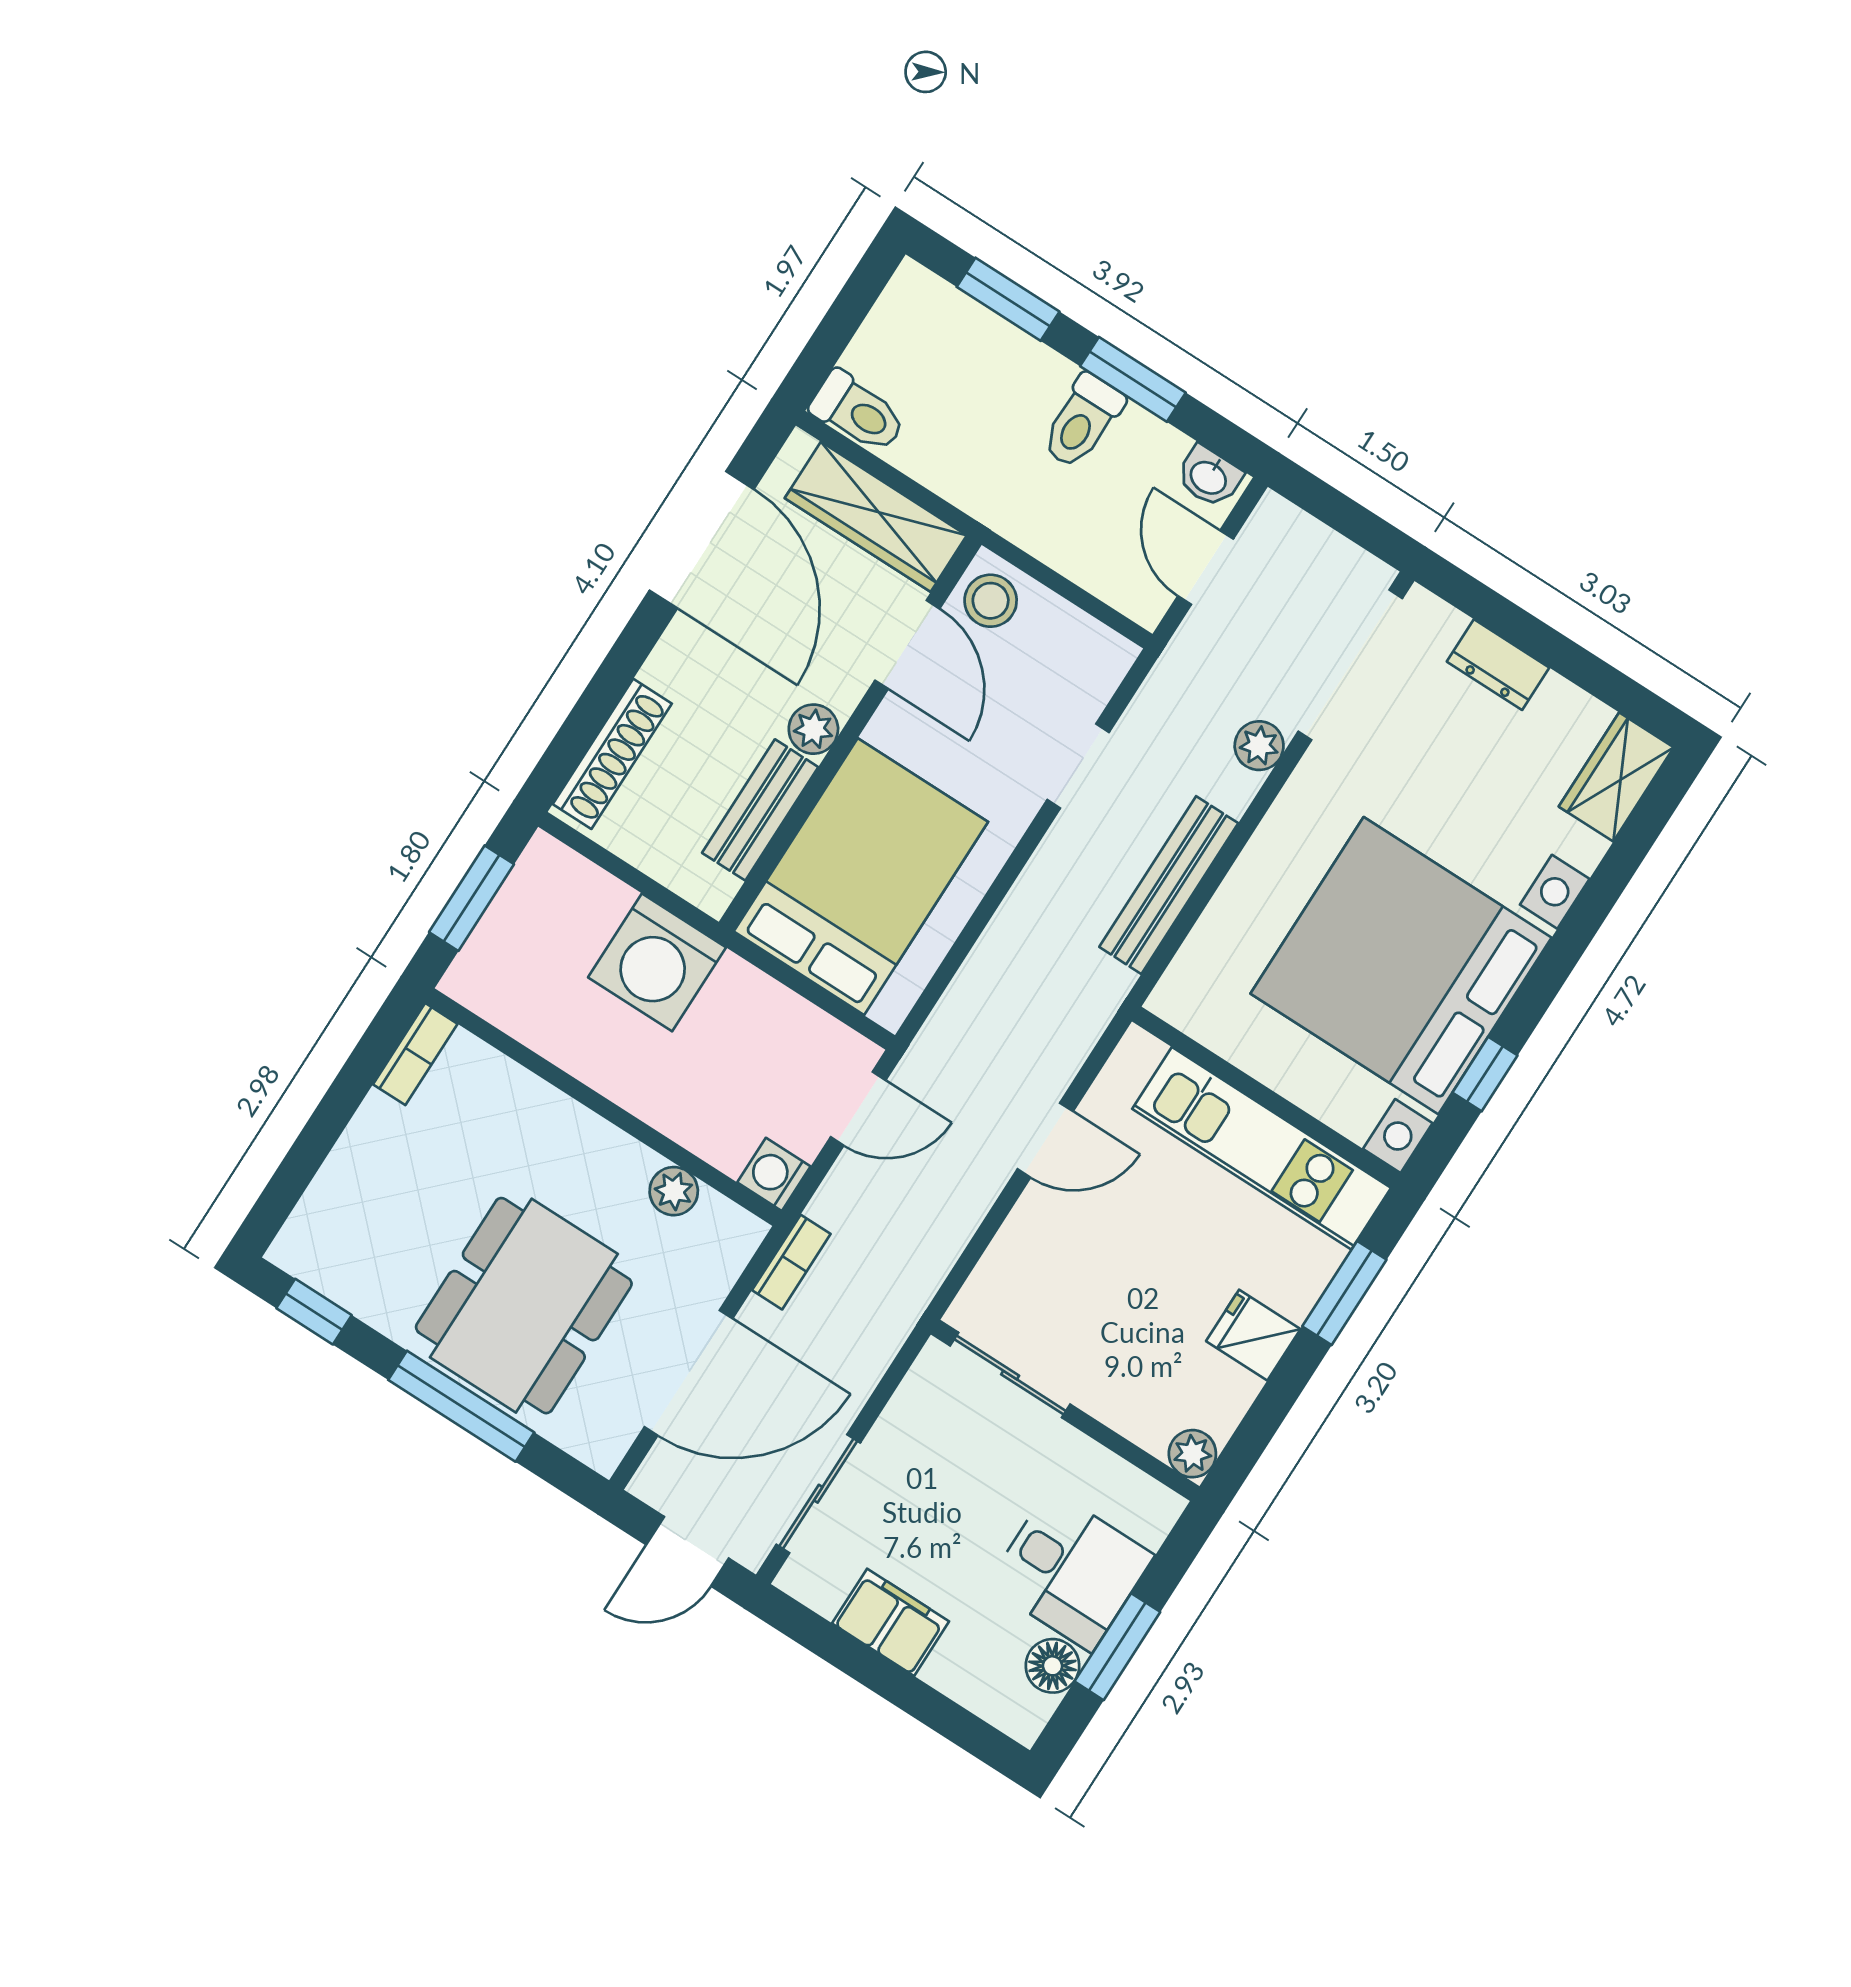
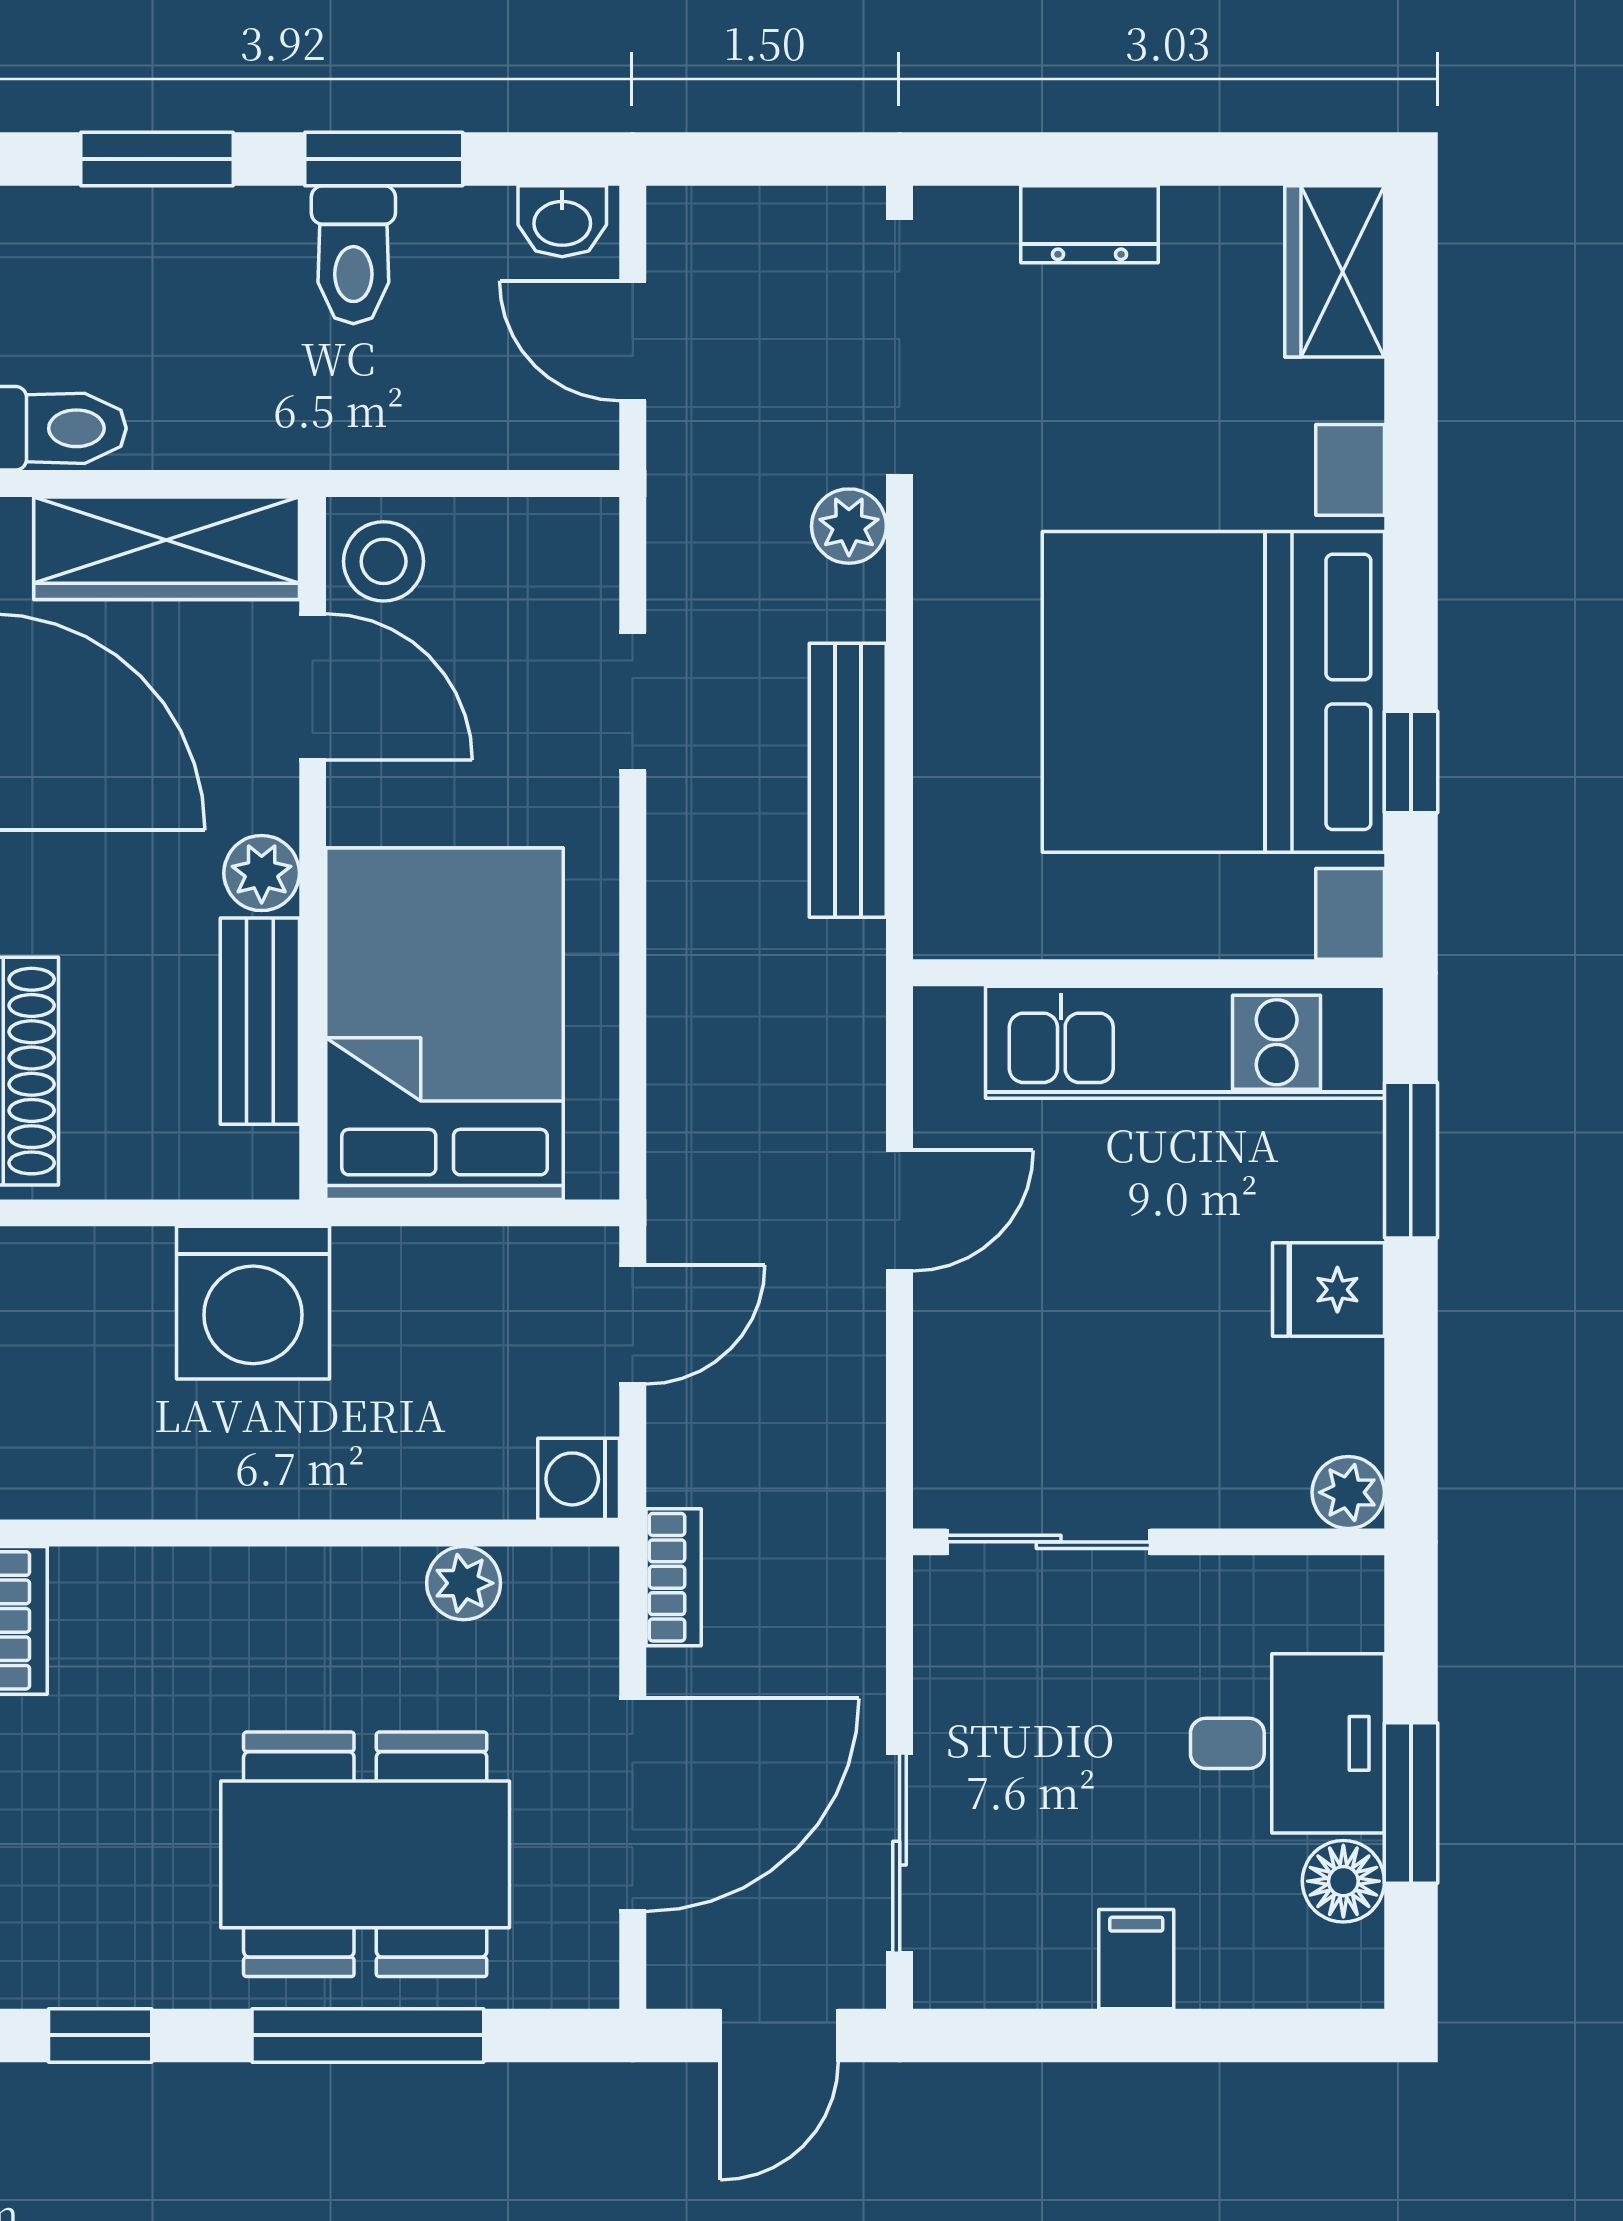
dining table: (524, 1306) -> (365, 1854), turned 90
filing cabinet: (891, 1622) -> (1136, 1959), width x0.50

